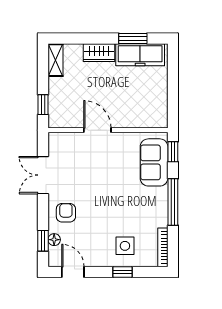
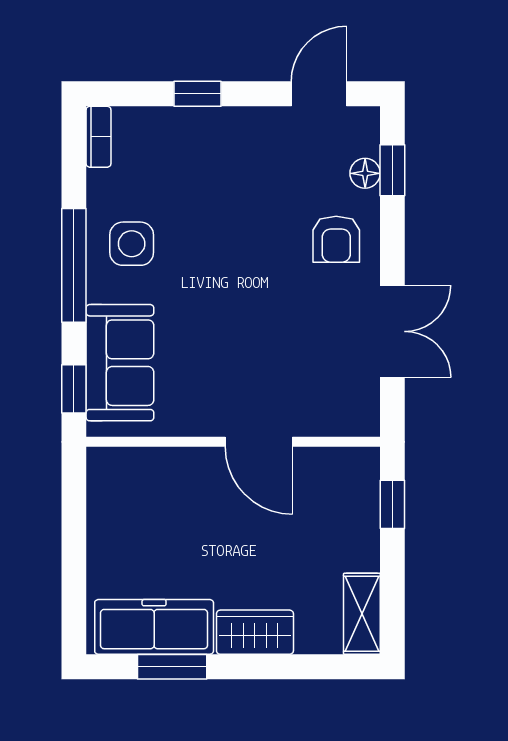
side table: (125, 246) -> (132, 244), moved
bookcase: (163, 247) -> (98, 137), width x0.64
door: (73, 272) -> (319, 94), swing flipped

